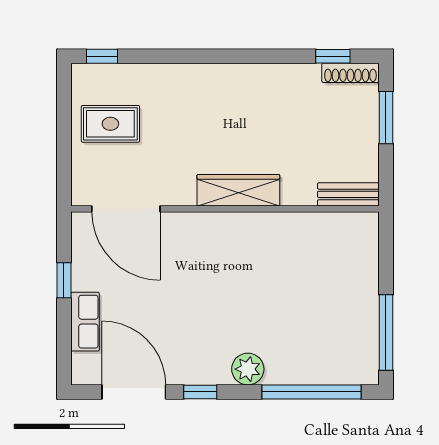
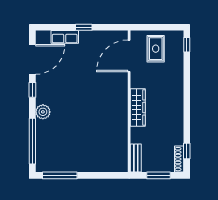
wardrobe: (238, 190) -> (138, 107), moved
bench: (348, 194) -> (136, 158), moved
door: (126, 209) -> (129, 56), moved
wall: (225, 209) -> (129, 101), moved

